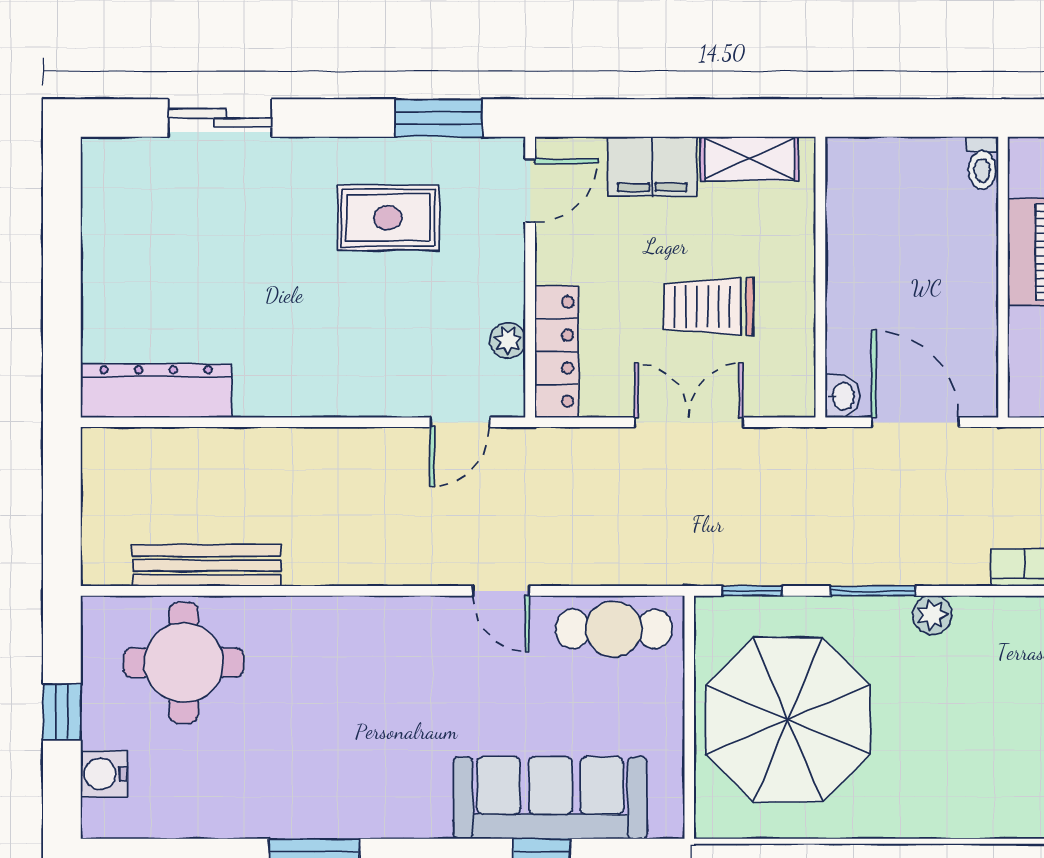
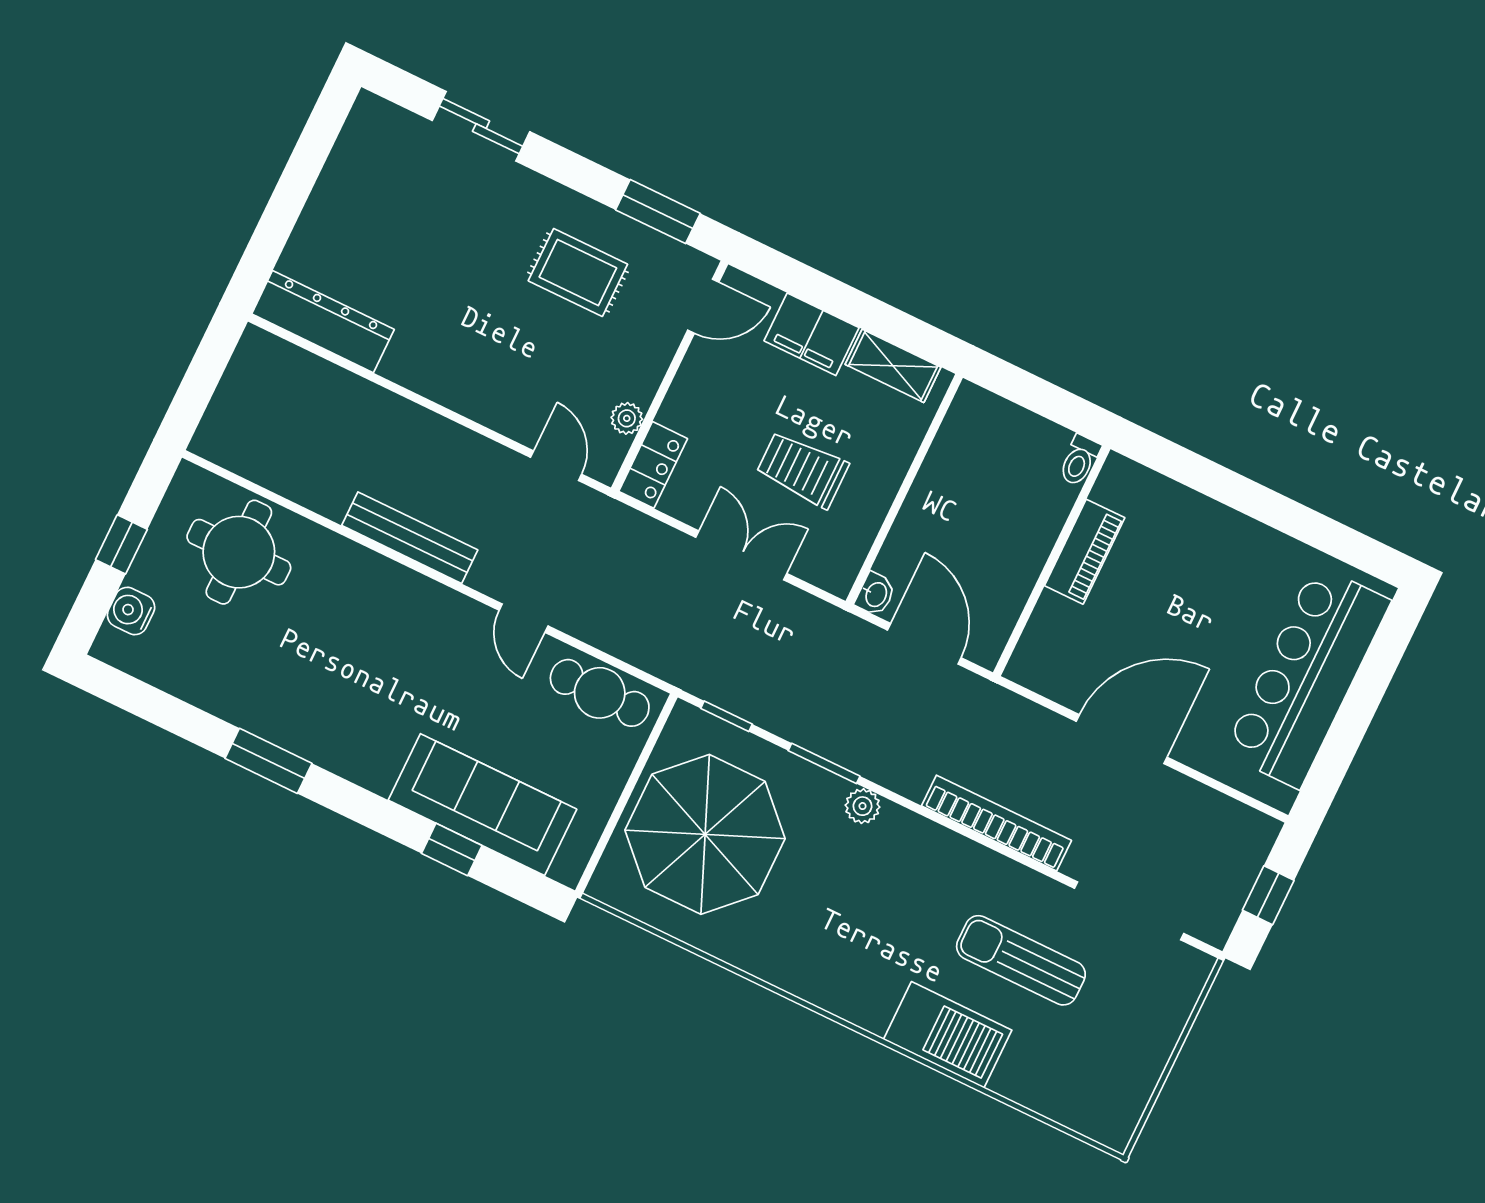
locker: (557, 352) -> (653, 465), width x0.66
door: (460, 422) -> (556, 466), swing flipped
bench: (207, 565) -> (410, 538), moved

